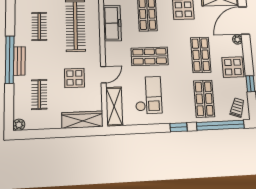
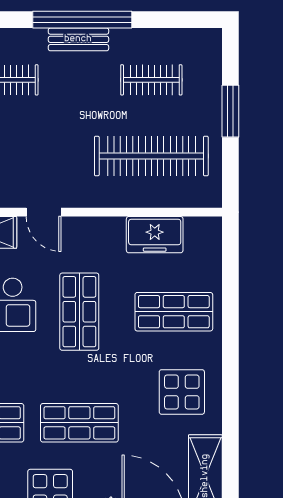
freezer: (112, 23) -> (155, 235), width x0.71
display table: (74, 78) -> (39, 152), removed

